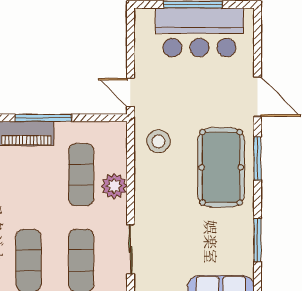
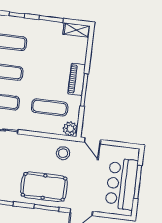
door: (130, 93) -> (92, 141), swing flipped
plant: (114, 186) -> (70, 129), moved

